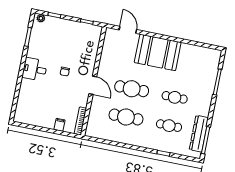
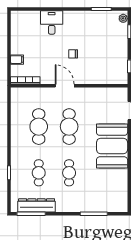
desk: (35, 69) -> (52, 22), moved
door: (93, 85) -> (65, 86), swing flipped

